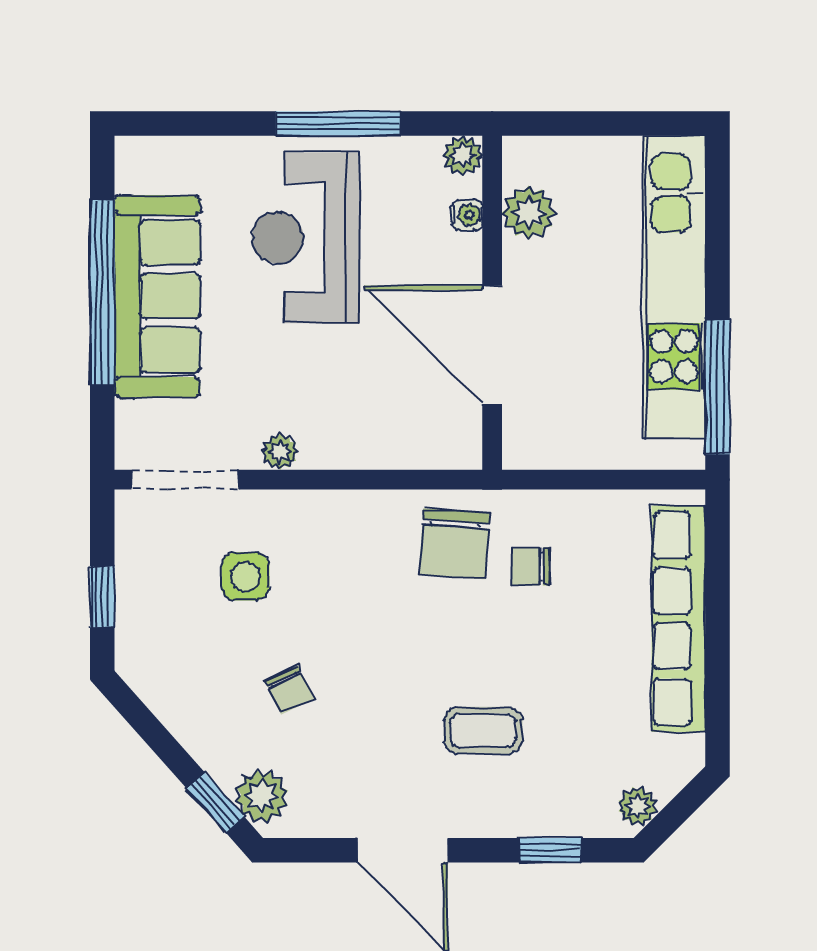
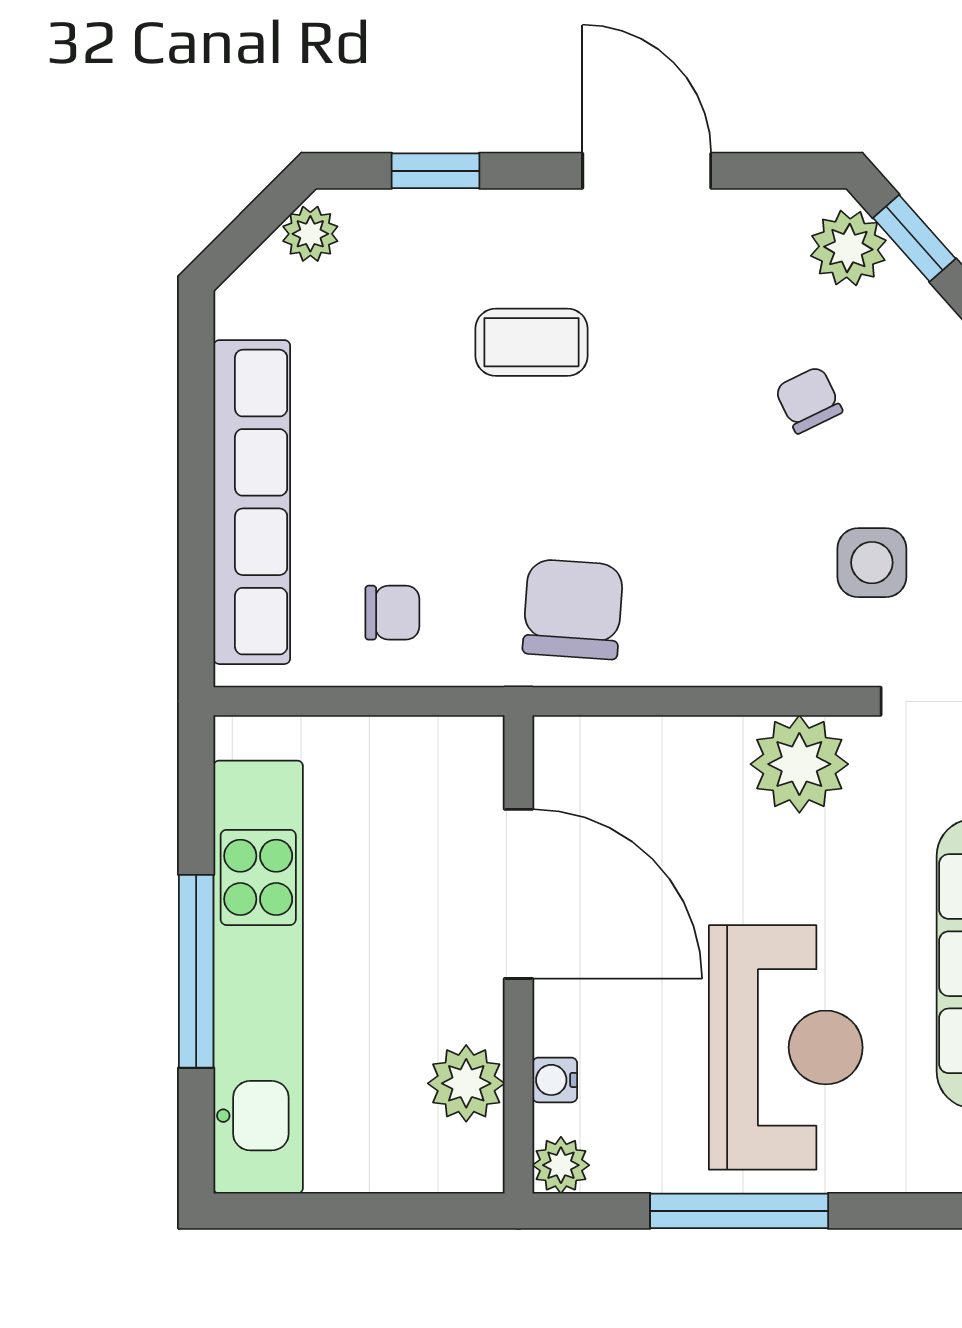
window: (717, 387) -> (196, 971), moved
plant: (280, 452) -> (799, 764), width x1.87, depth x1.87
chair: (530, 567) -> (392, 613), moved

